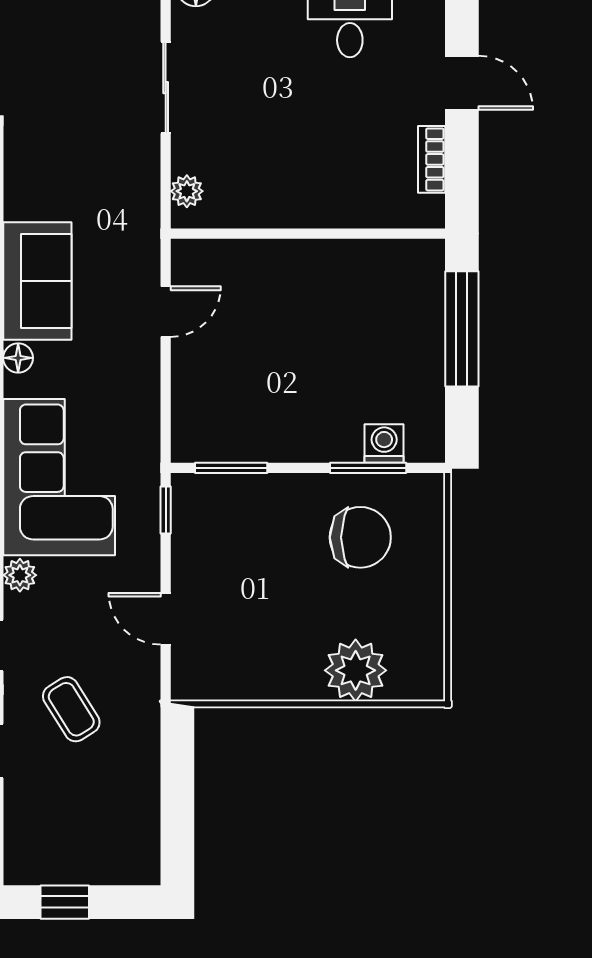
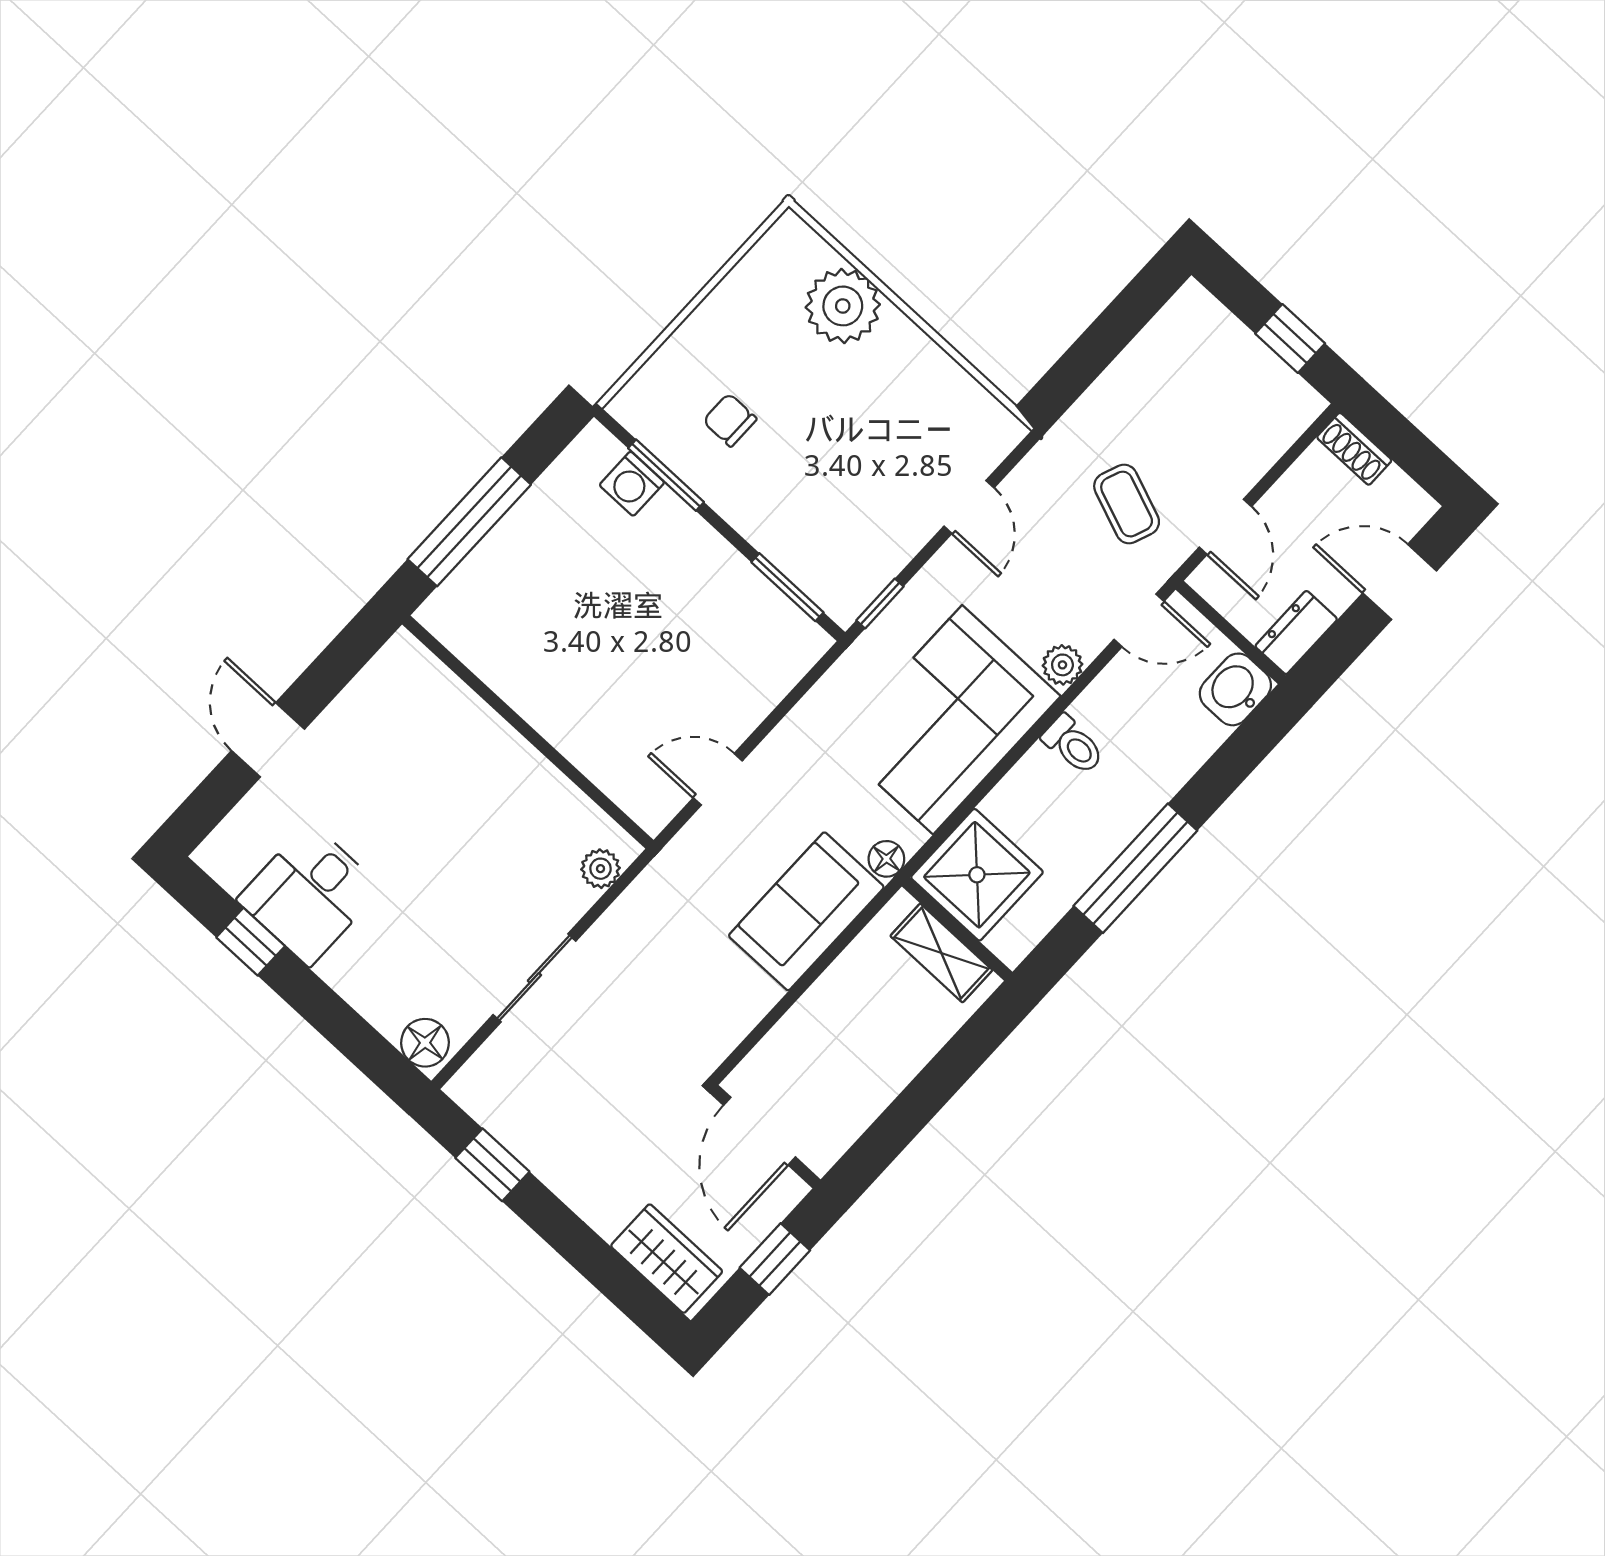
bookcase: (432, 159) -> (357, 697), removed
chair: (360, 537) -> (730, 420), width x0.54, depth x0.54
coffee table: (71, 709) -> (1127, 504), turned -37

